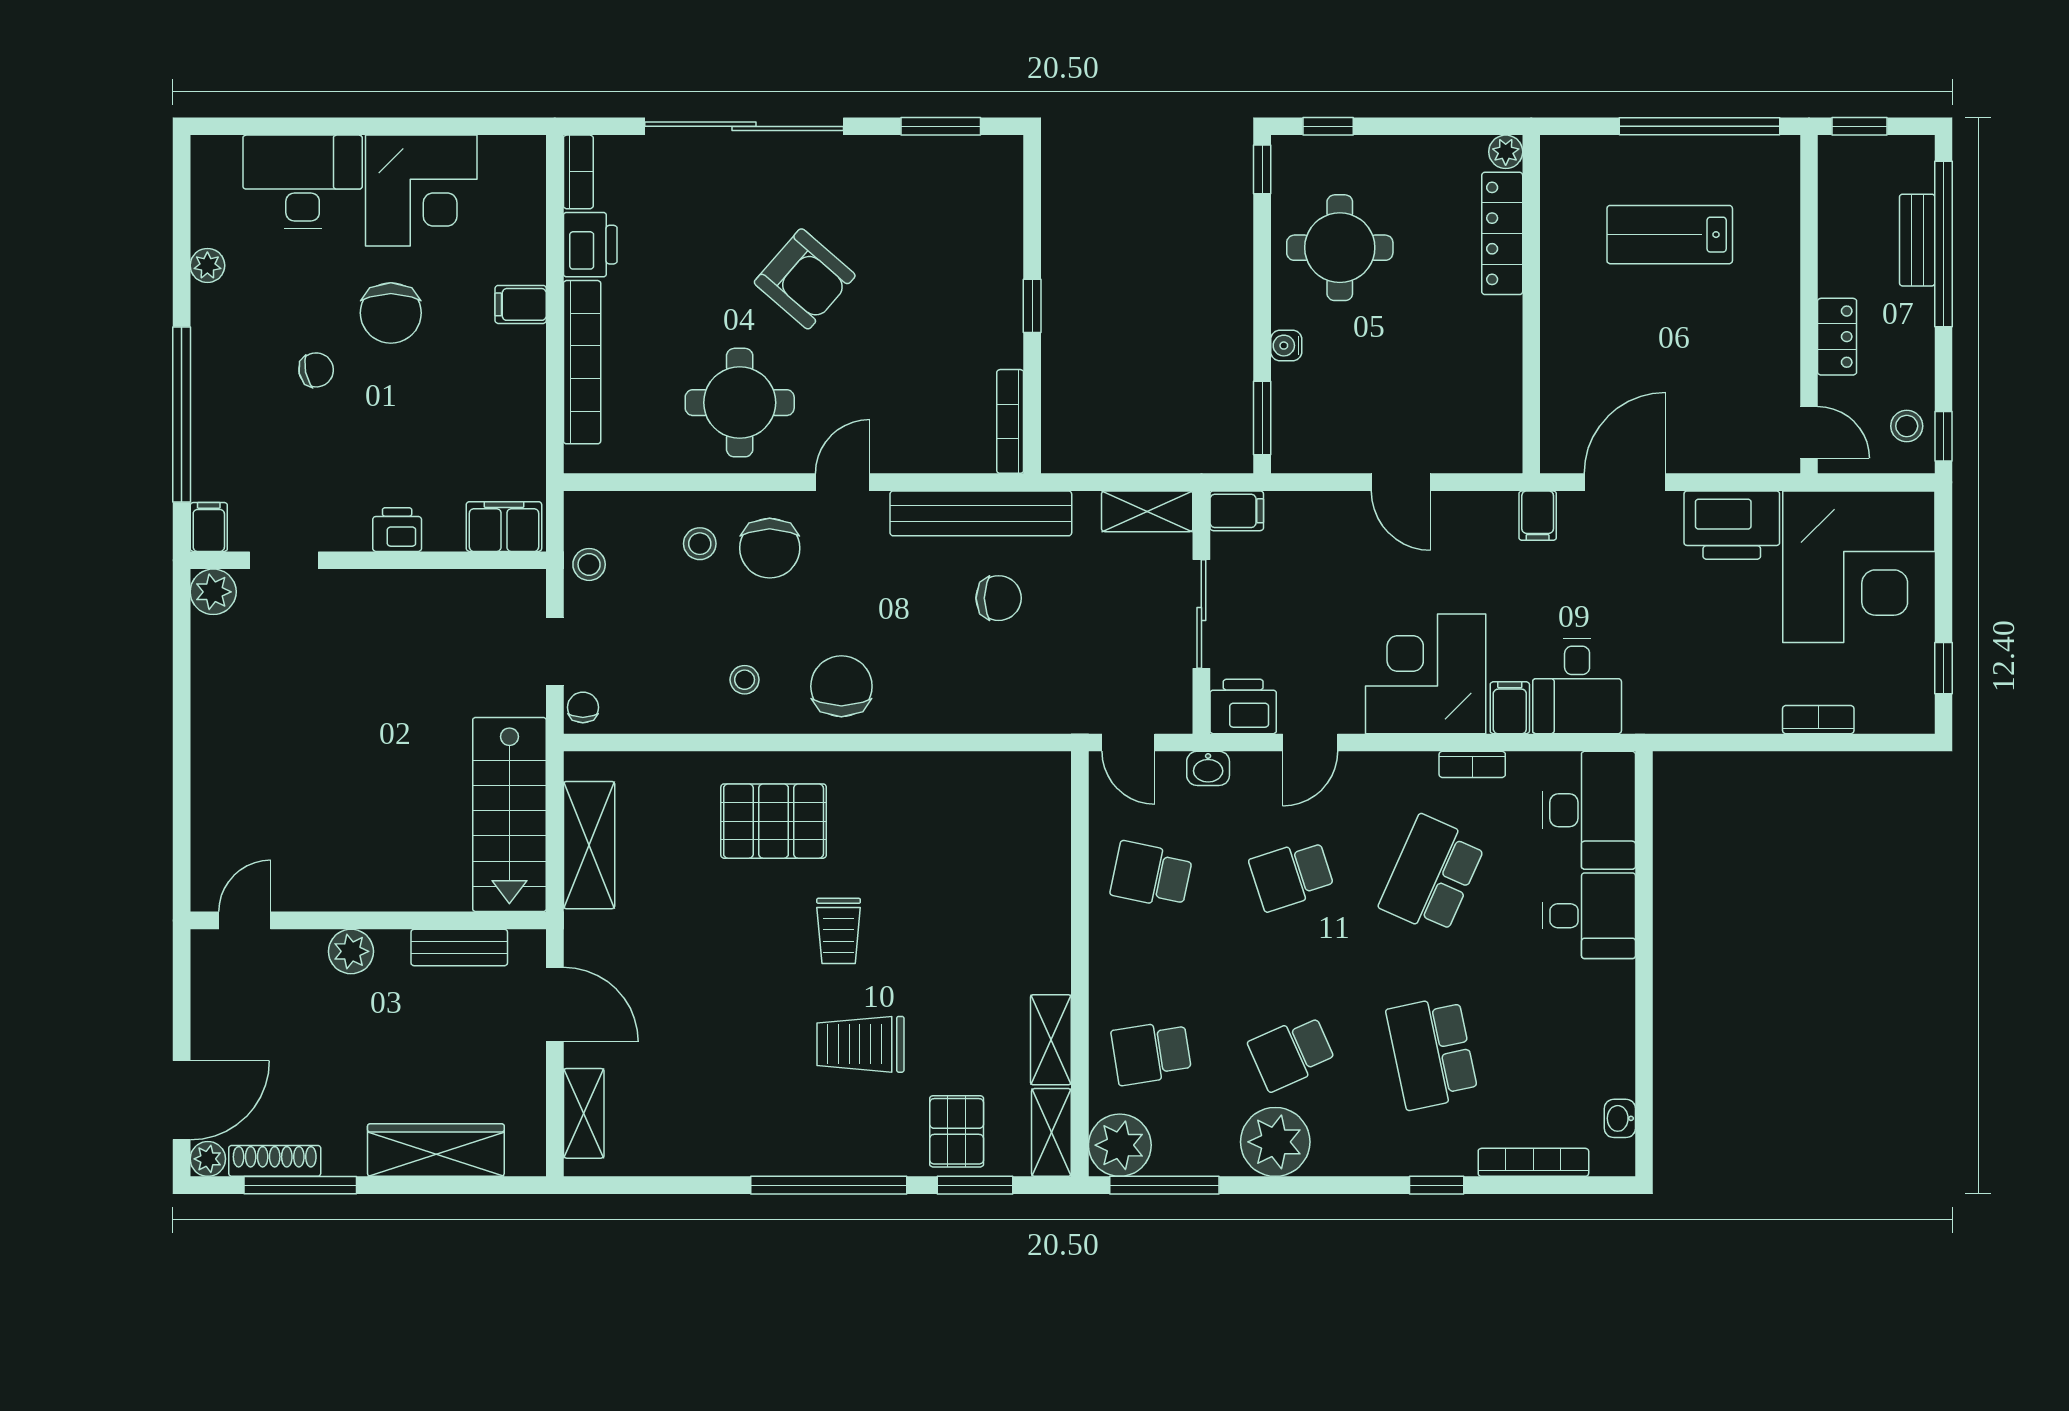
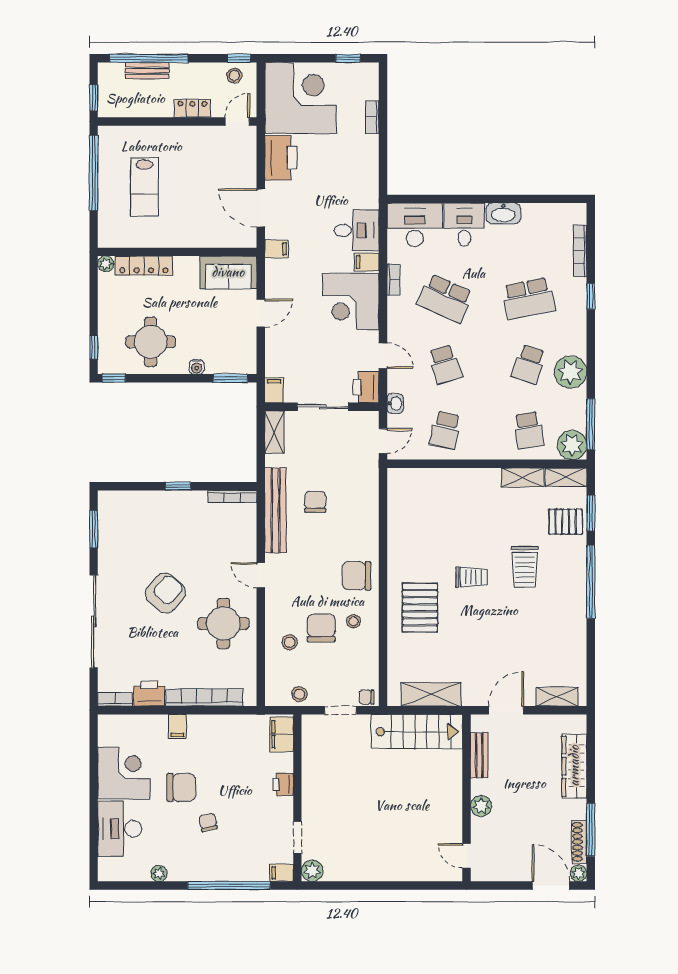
sofa: (1488, 413) -> (228, 272), added
chair: (770, 548) -> (321, 628), moved, turned -90
school desk: (1292, 1053) -> (529, 364), turned 42
washbasin: (1620, 1118) -> (503, 213), moved, width x1.91, depth x1.45

